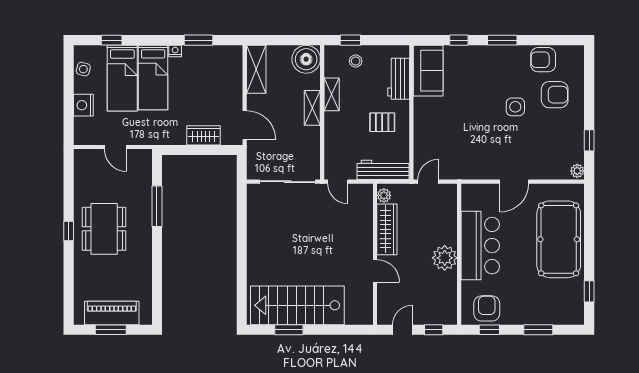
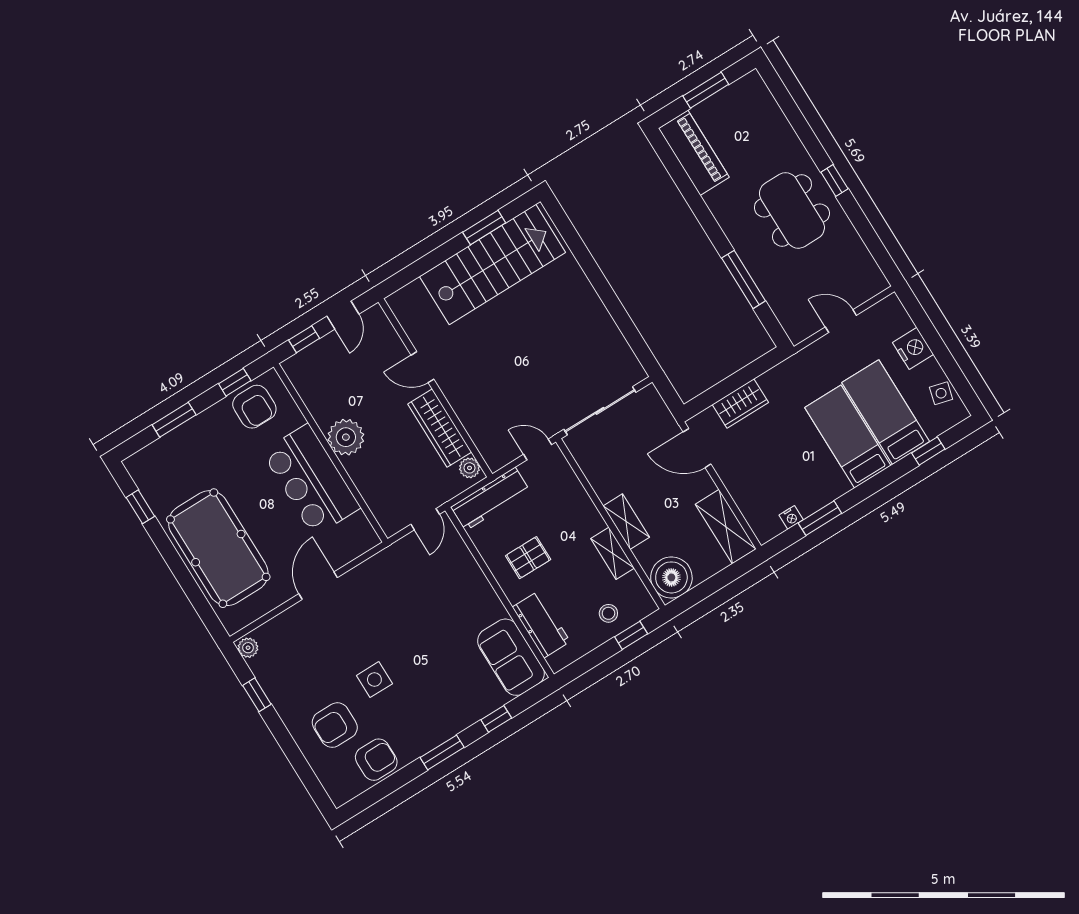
nightstand: (175, 51) -> (791, 517), moved
piano: (112, 313) -> (694, 153), moved, turned -90

